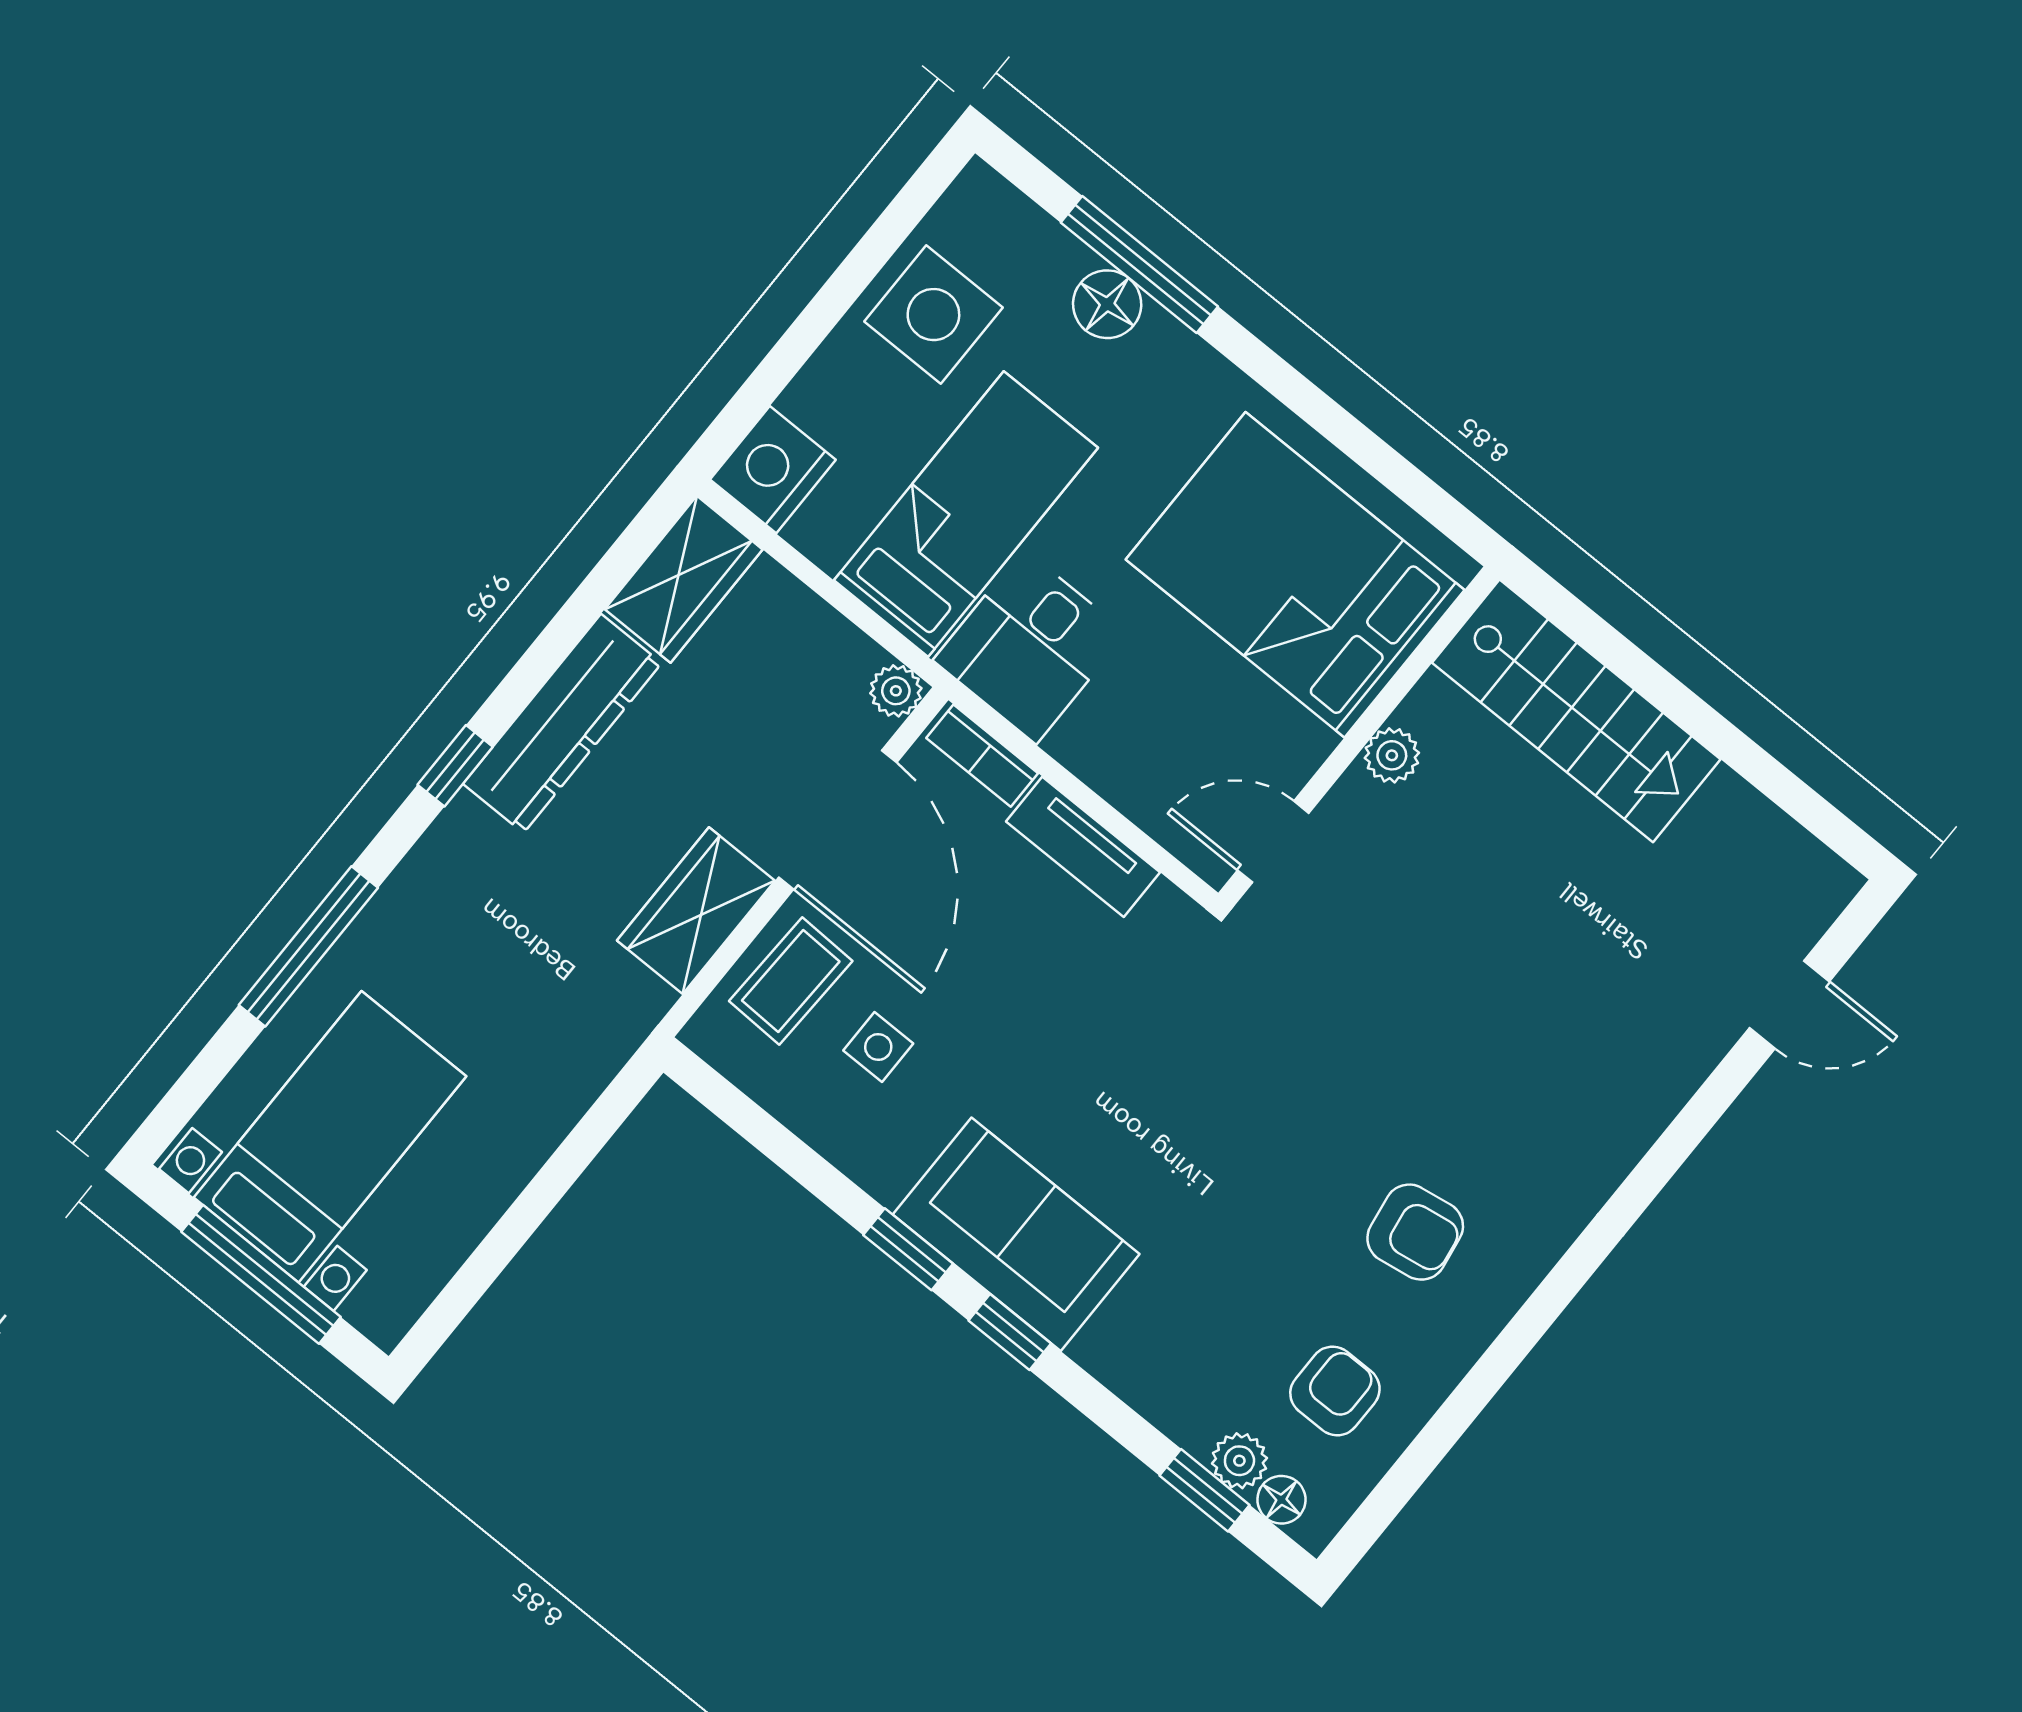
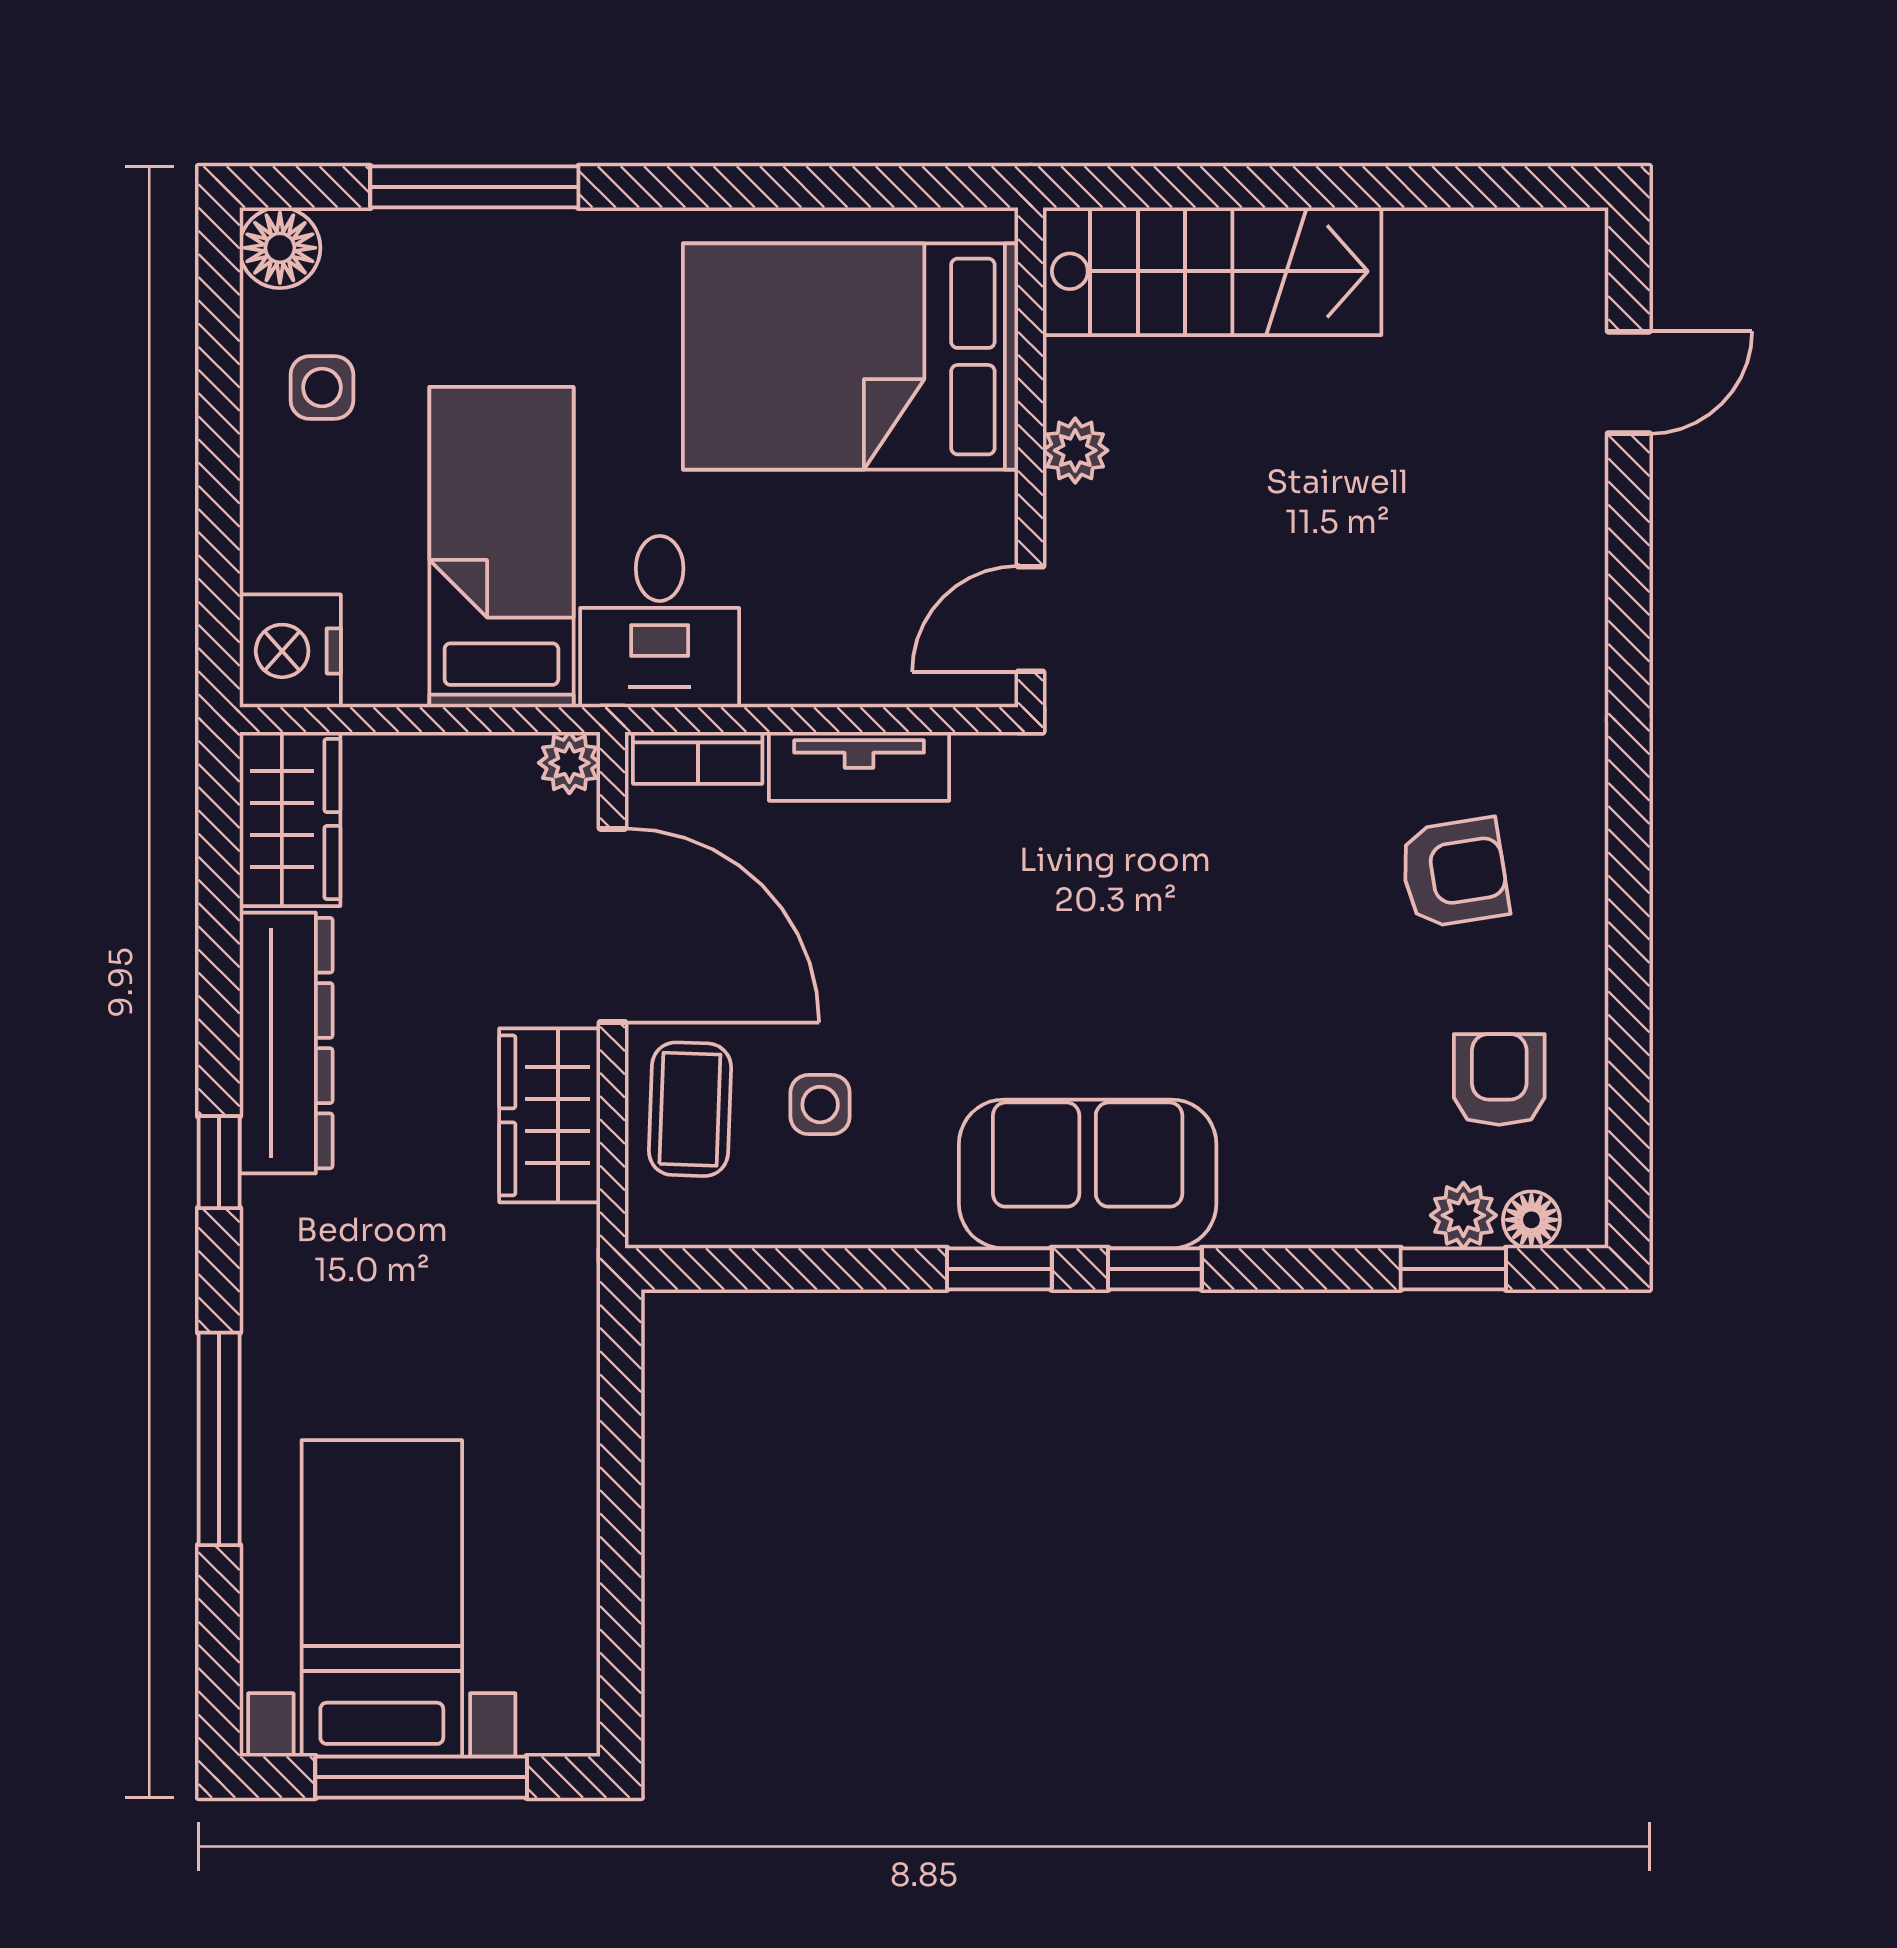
floor lamp: (1107, 304) -> (280, 248), moved
side table: (933, 315) -> (322, 387), width x0.54, depth x0.54

